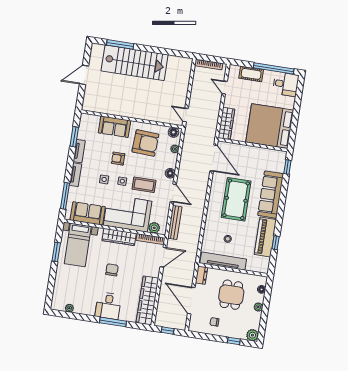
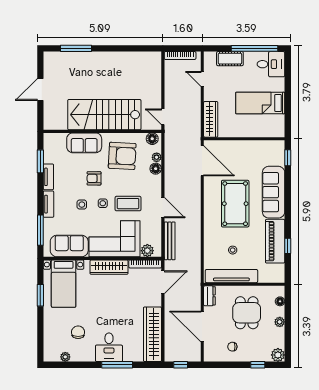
stairs: (135, 63) -> (104, 115), moved, turned 180
bed: (270, 126) -> (260, 103), width x0.49
floor lamp: (170, 173) -> (156, 169), moved
chair: (112, 270) -> (78, 332), moved

